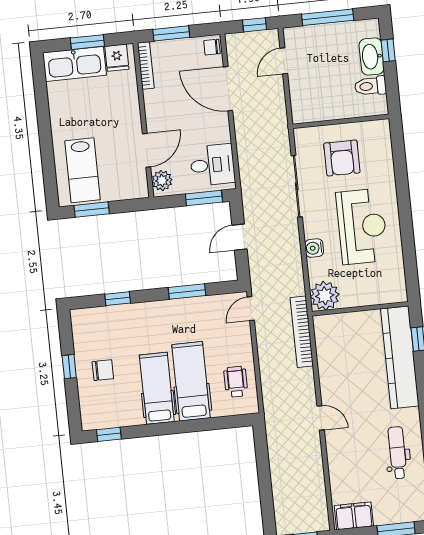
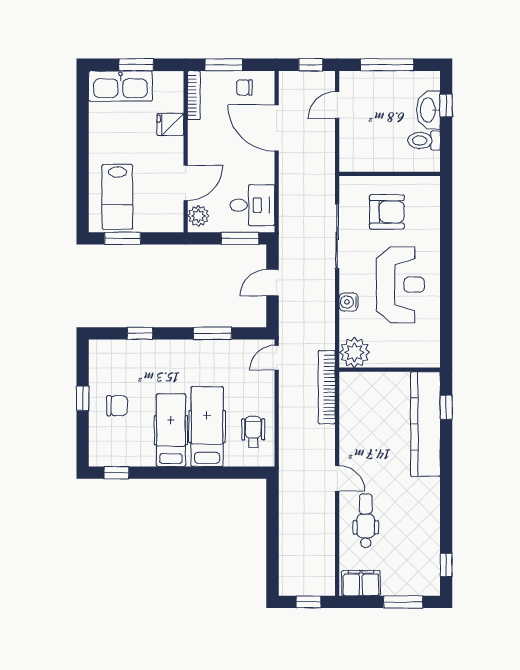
chair: (212, 47) -> (244, 87), moved
fridge: (117, 58) -> (170, 125), moved, turned 90
armchair: (342, 158) -> (387, 212), turned -90
dental chair: (397, 453) -> (366, 521), moved

